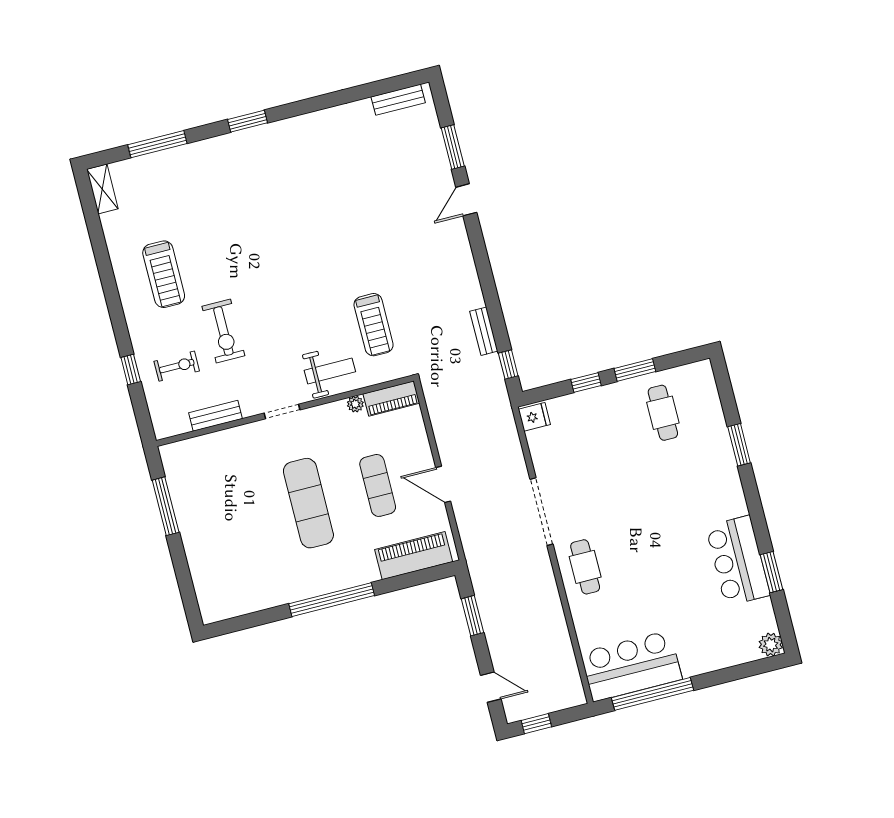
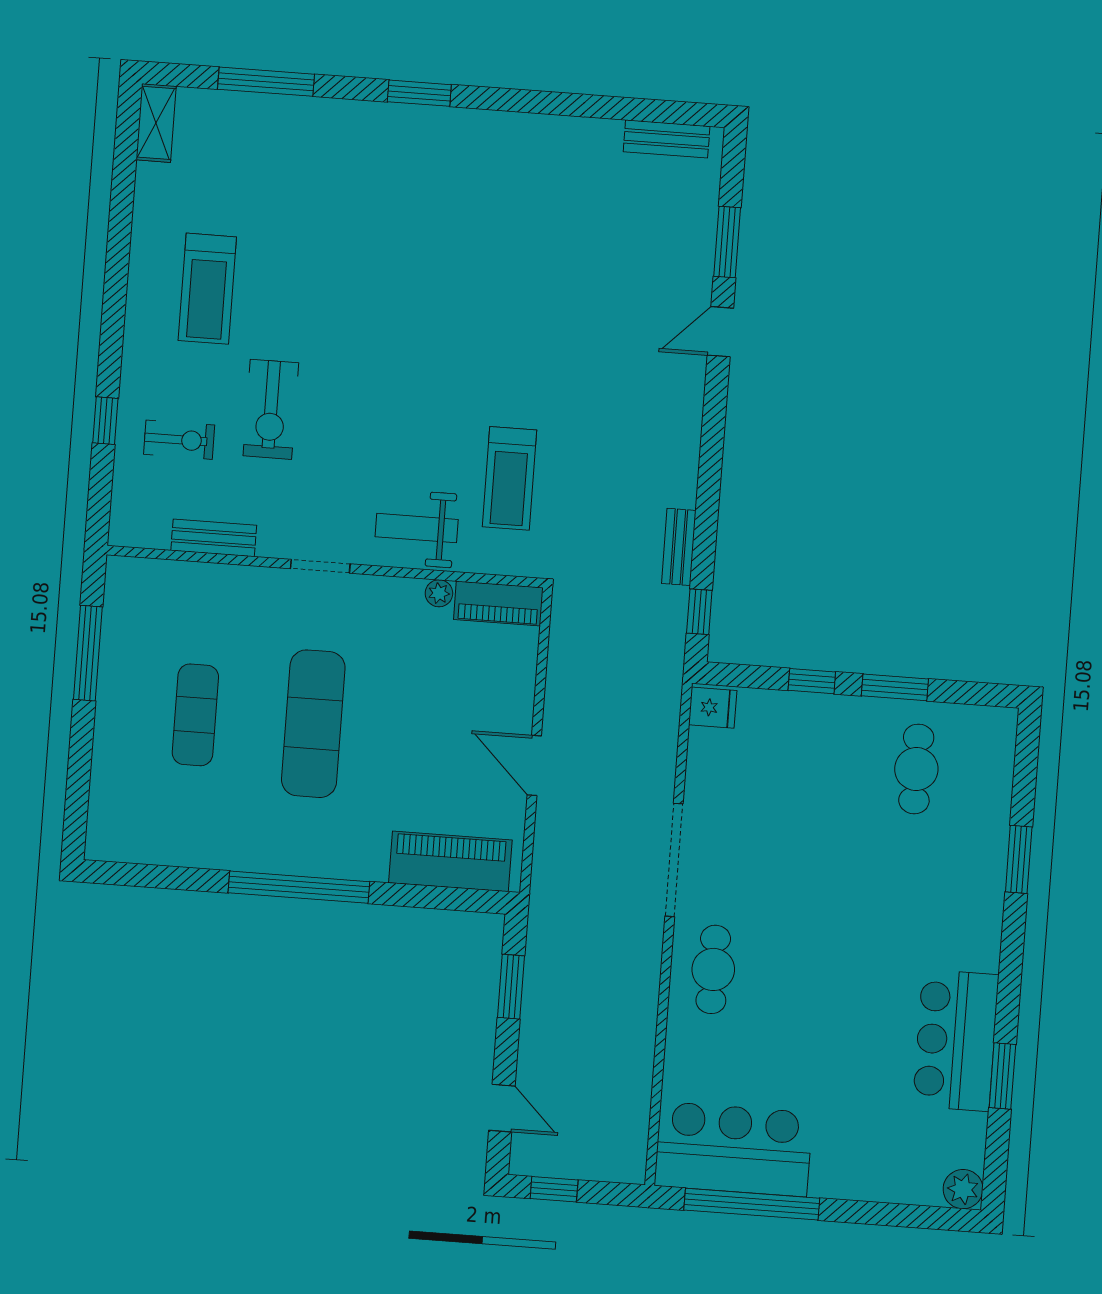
weight bench: (330, 371) -> (417, 528), turned 180
exercise mat: (378, 485) -> (195, 715), moved

